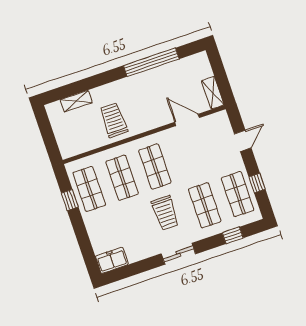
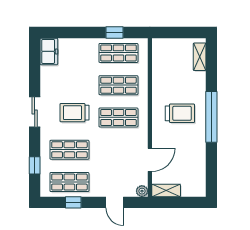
window: (151, 62) -> (211, 117), moved
shelving: (76, 101) -> (200, 57), moved
plant: (222, 117) -> (142, 191), added
trolley: (114, 120) -> (180, 113), moved

